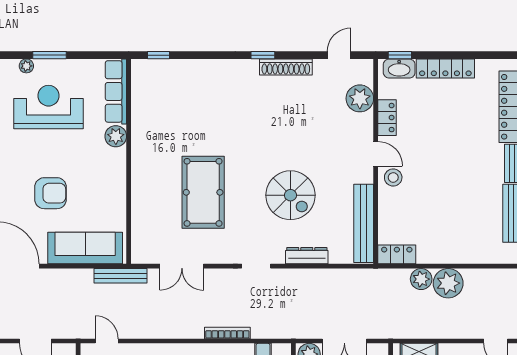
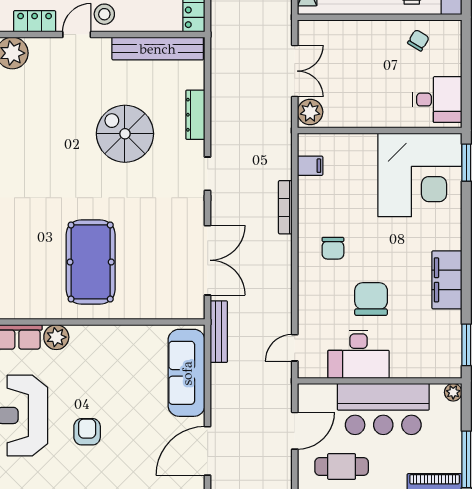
pool table: (203, 192) -> (91, 262), moved, turned 90
armchair: (51, 193) -> (87, 432), moved, width x0.72, depth x0.72
spiral stairs: (290, 195) -> (125, 134), turned -90
double door: (182, 266) -> (208, 260), width x1.37

